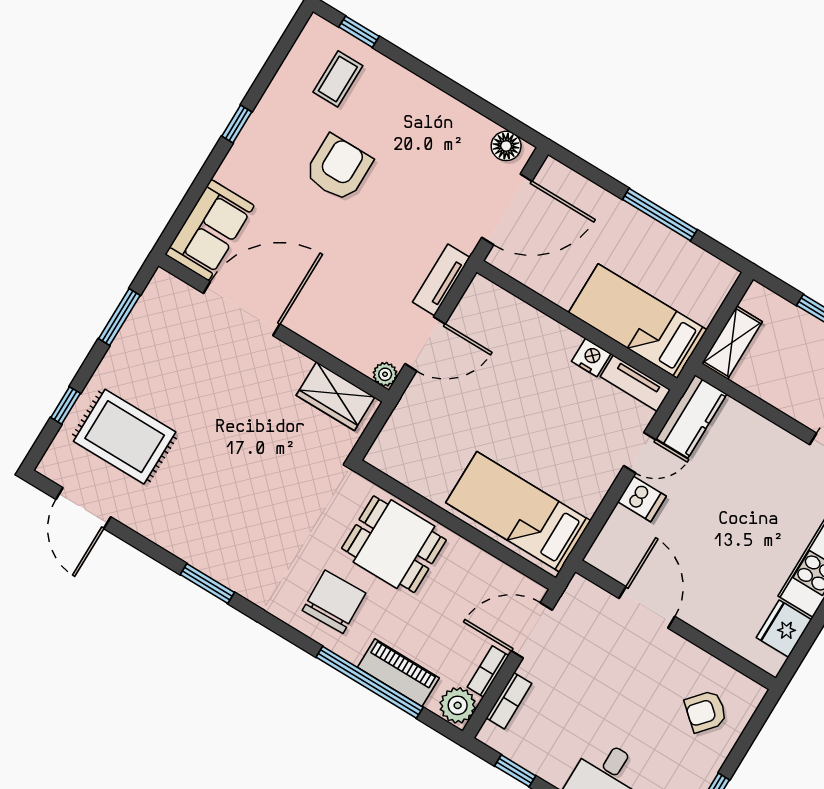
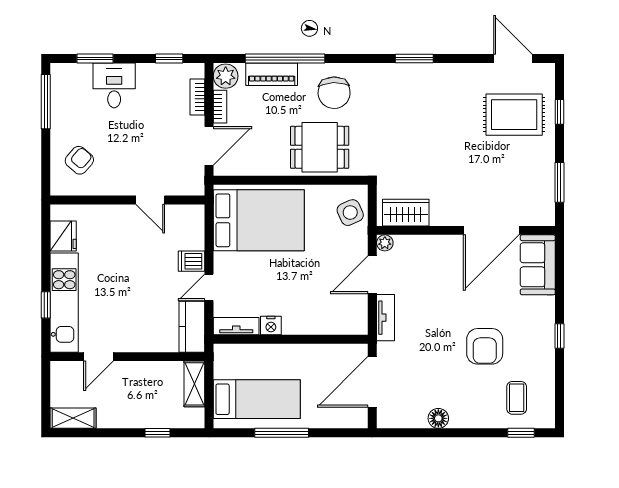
floor lamp: (506, 146) -> (438, 418), moved
bed: (638, 321) -> (257, 399), moved
side table: (405, 439) -> (350, 213), added
bed: (518, 512) -> (259, 220), width x1.50
door: (647, 607) -> (150, 200), width x0.73

